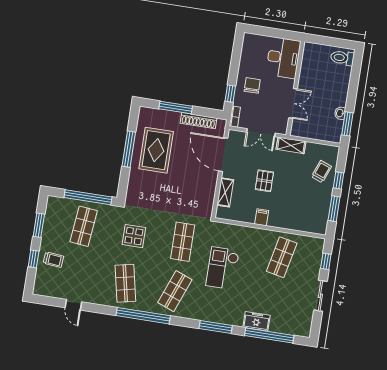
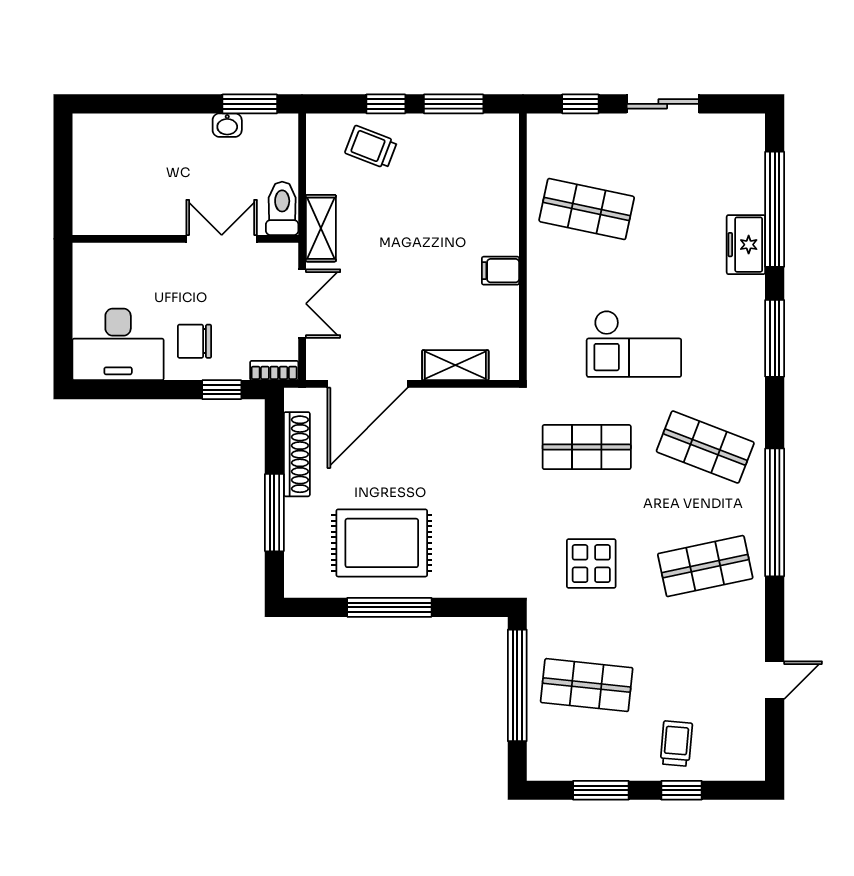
desk: (283, 58) -> (118, 344), moved, turned 180
toilet: (342, 58) -> (282, 208), moved, turned 180
pallet: (264, 181) -> (414, 278), removed

